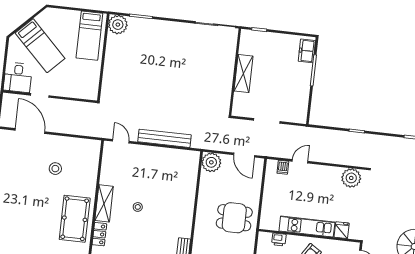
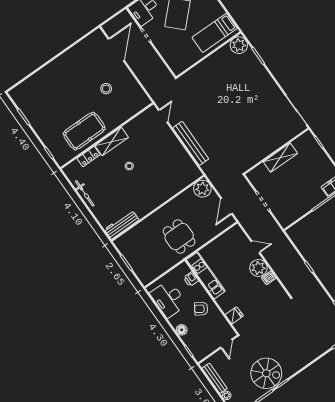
dishwasher: (283, 167) -> (269, 278), moved
plant: (351, 178) -> (258, 268), moved
kitchen unit: (307, 226) -> (206, 275), moved

